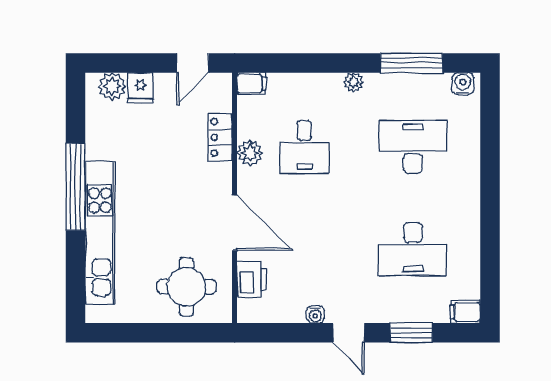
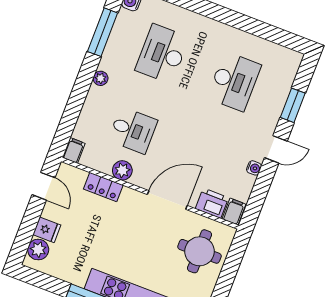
filing cabinet: (465, 312) -> (234, 212), moved, turned 180

